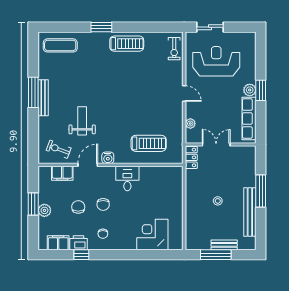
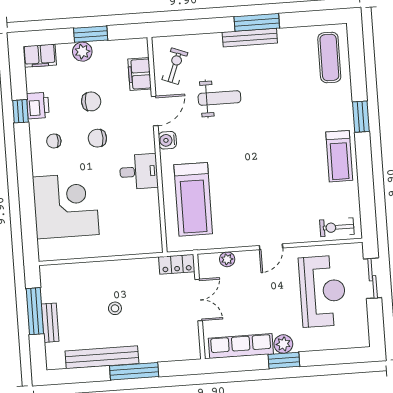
treadmill: (149, 143) -> (193, 199), width x1.37, depth x1.38
door: (88, 165) -> (155, 111), hinge flipped
corner desk: (152, 234) -> (66, 206), width x1.36, depth x1.36
filing cabinet: (58, 243) -> (40, 56), moved, turned 90

